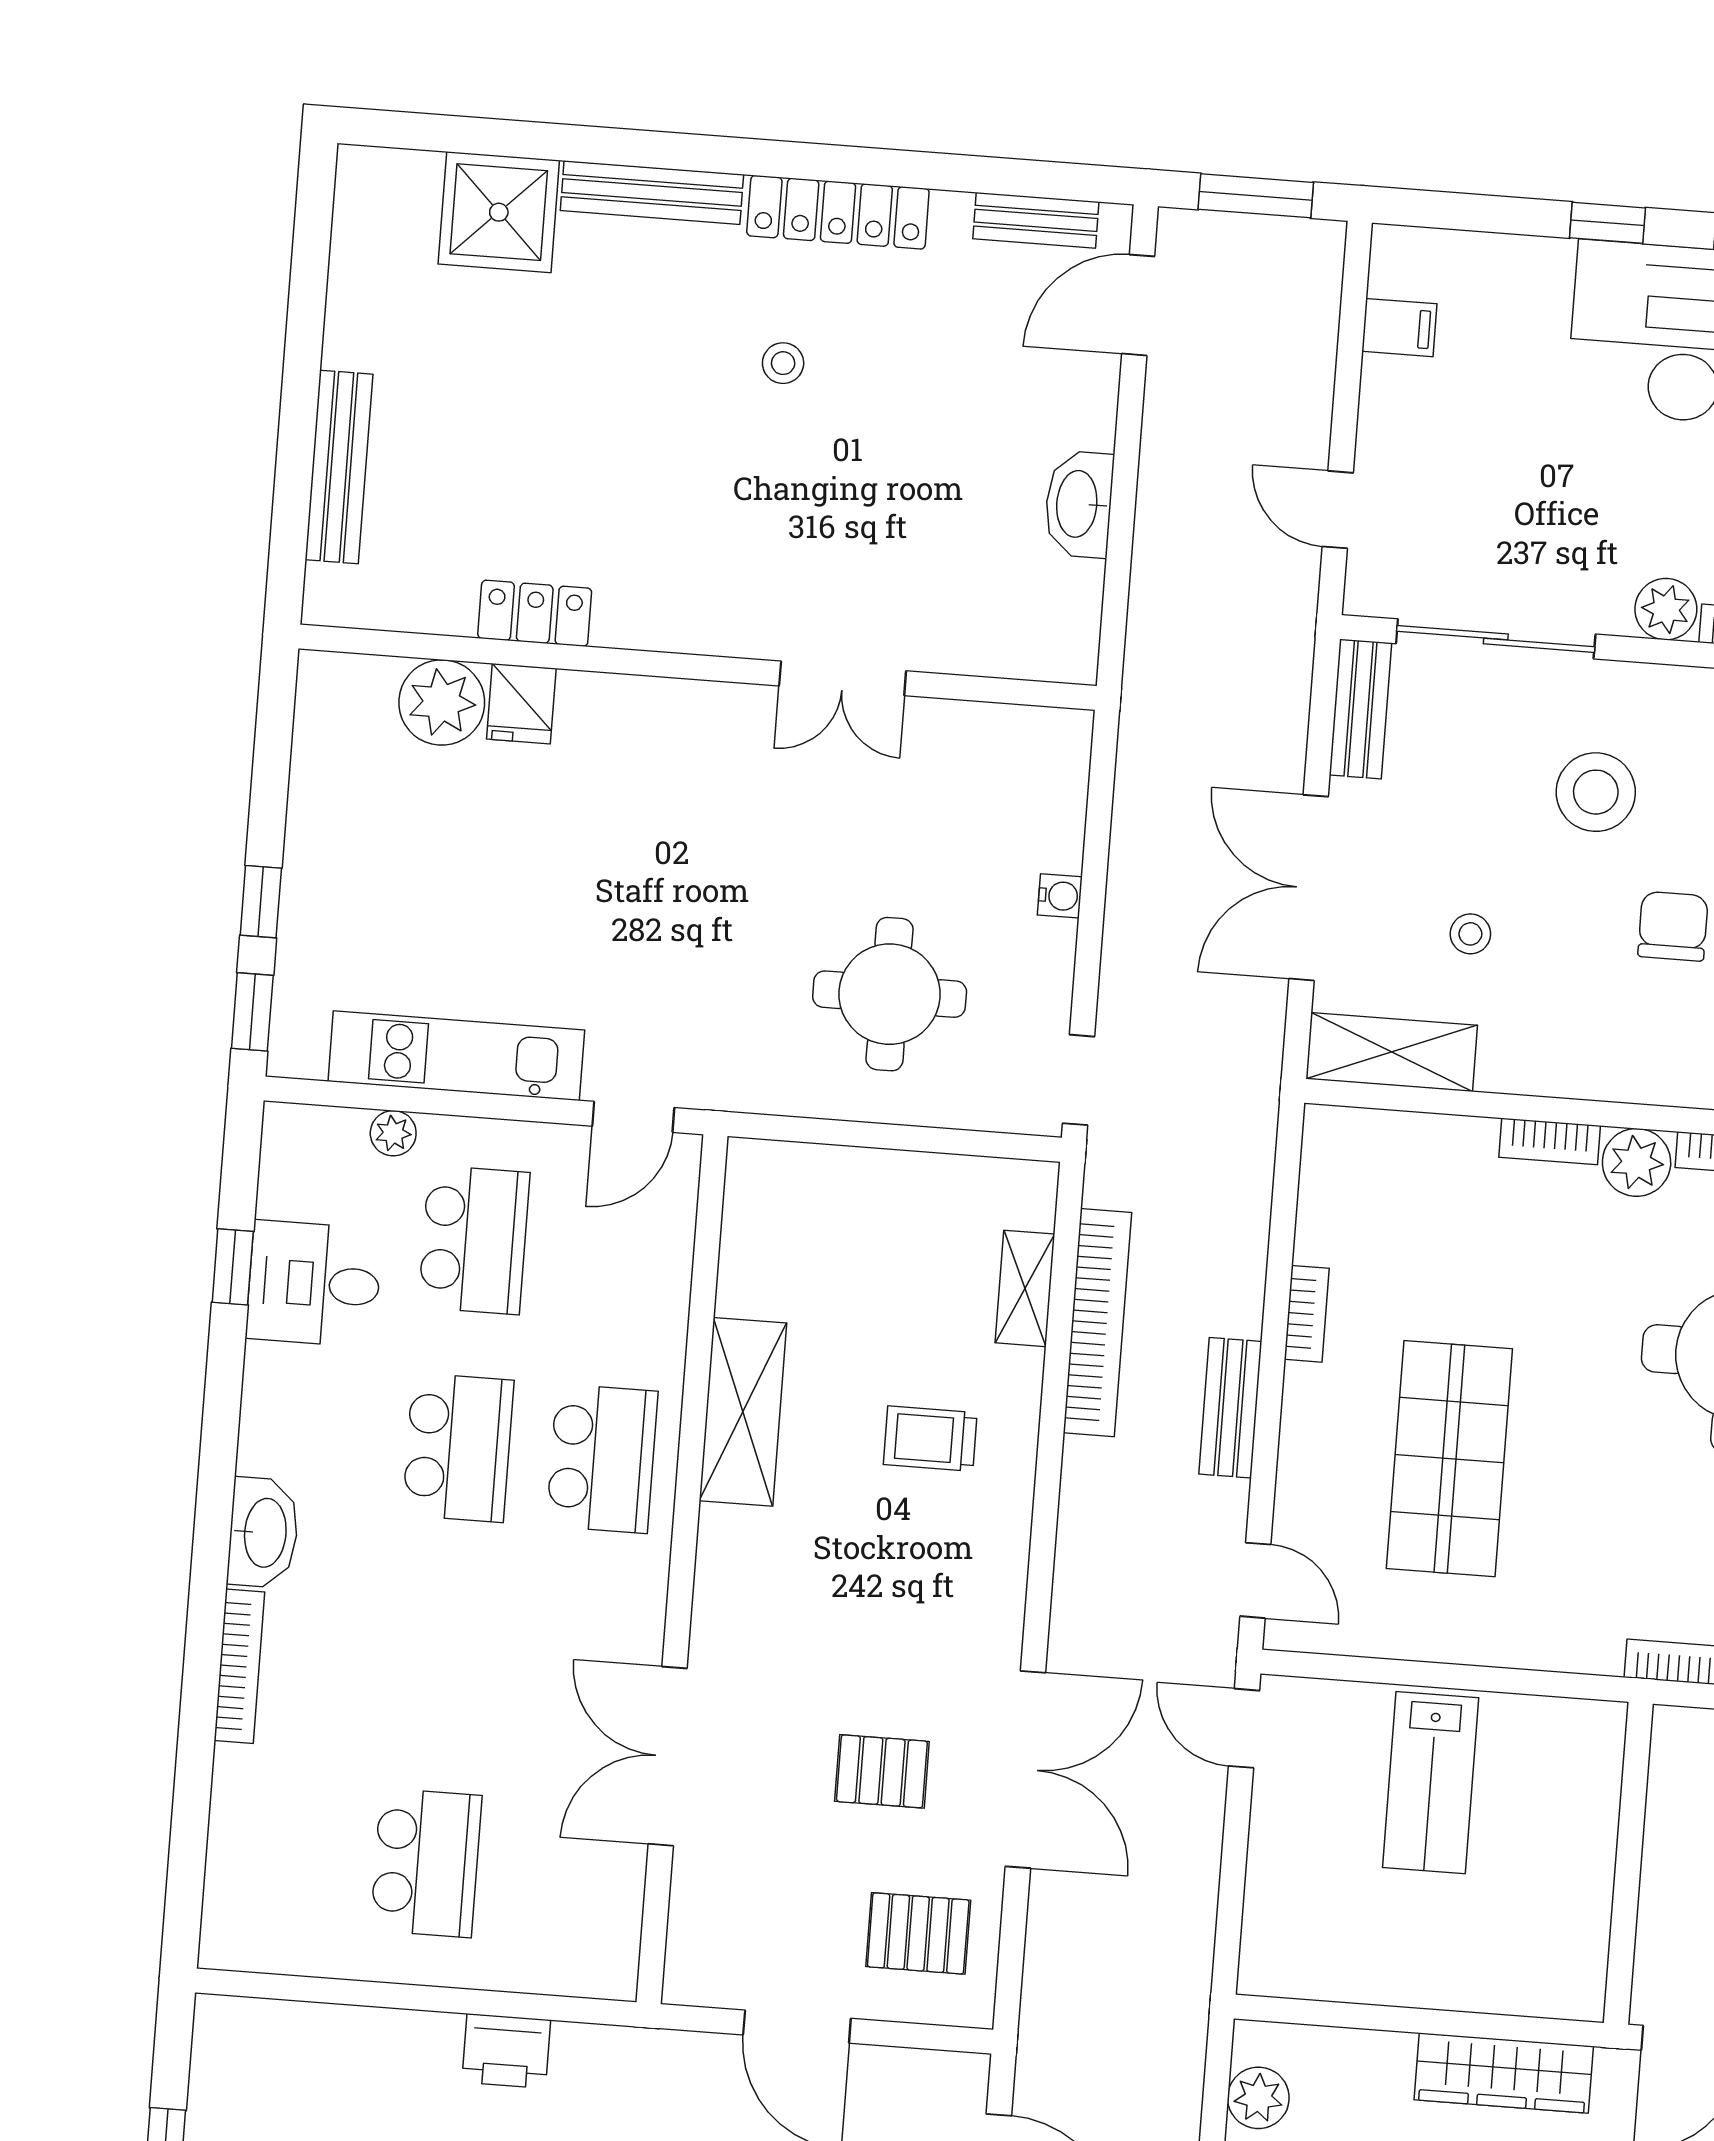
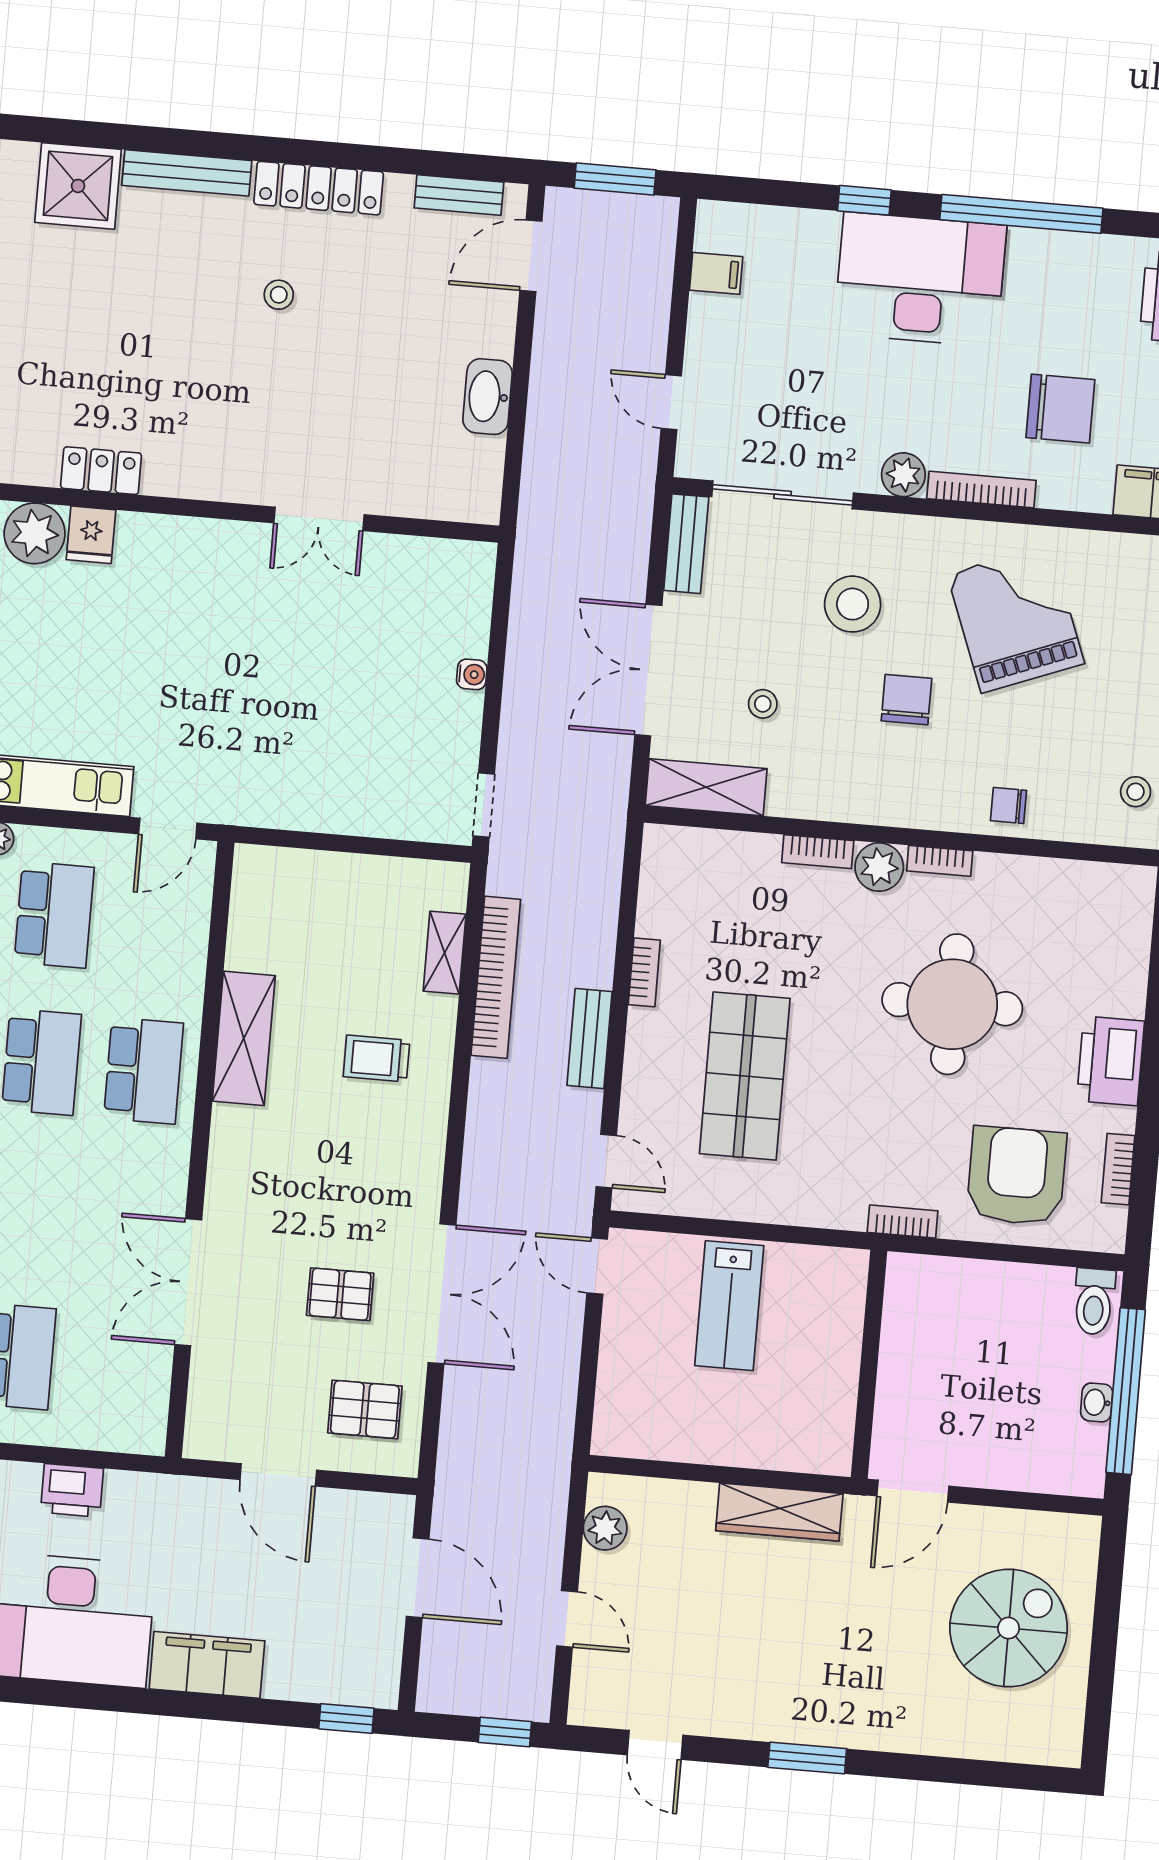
round table: (890, 994) -> (350, 743), removed

